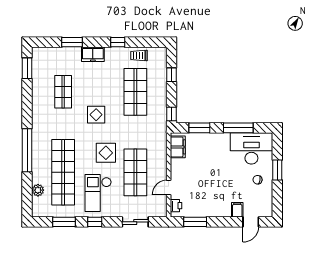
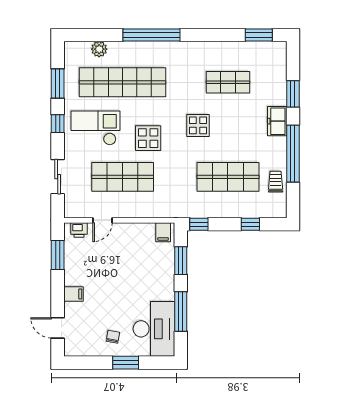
window: (118, 42) -> (293, 154), width x3.17
filing cabinet: (178, 147) -> (163, 232), width x0.50
door: (169, 188) -> (103, 220), swing flipped
filing cabinet: (237, 210) -> (73, 294), moved

